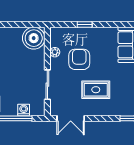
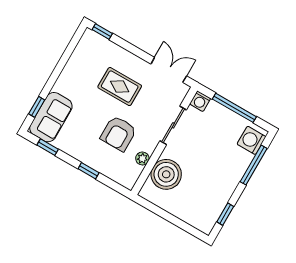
window: (119, 24) -> (48, 147), added
boiler: (34, 38) -> (166, 174), moved
washing machine: (24, 110) -> (200, 101), moved

